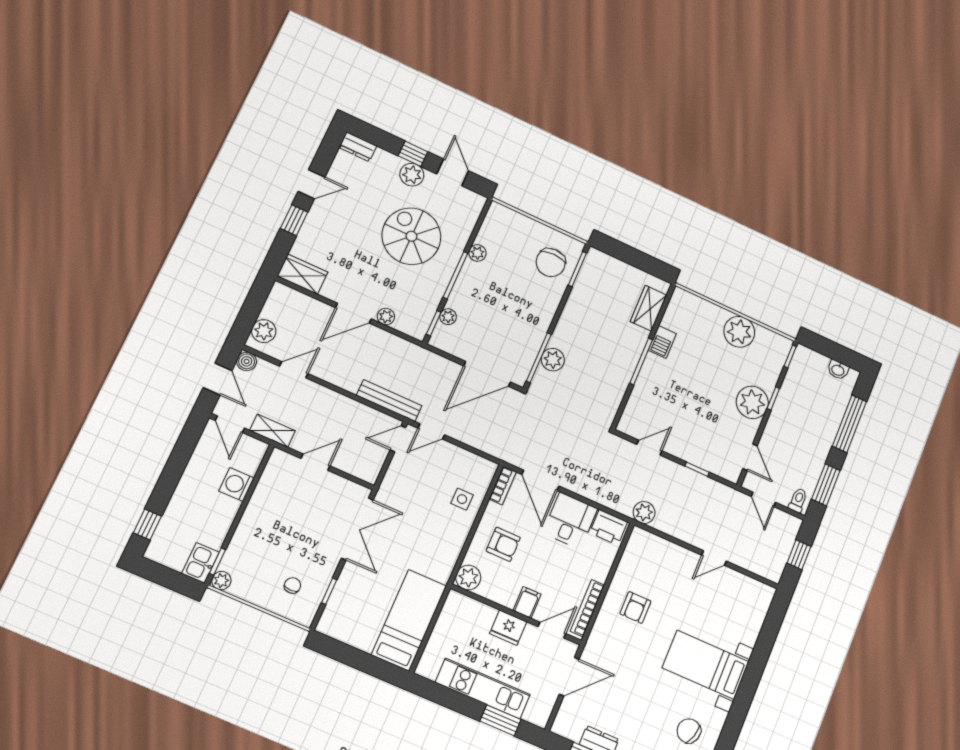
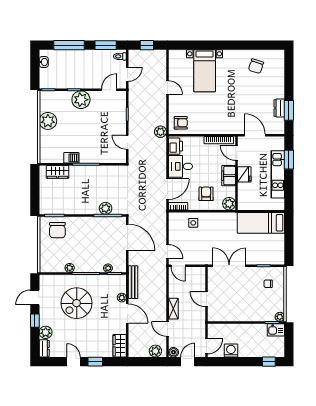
plant: (412, 175) -> (46, 332), moved
chair: (551, 263) -> (57, 230), turned 90
bench: (389, 401) -> (133, 282), moved
shelving: (273, 431) -> (173, 309), moved
washing machine: (237, 484) -> (231, 351), moved, turned 180
filing cabinet: (527, 602) -> (229, 176), width x2.00
armchair: (635, 608) -> (181, 123), moved
bed with nightstands: (706, 665) -> (205, 71), moved

